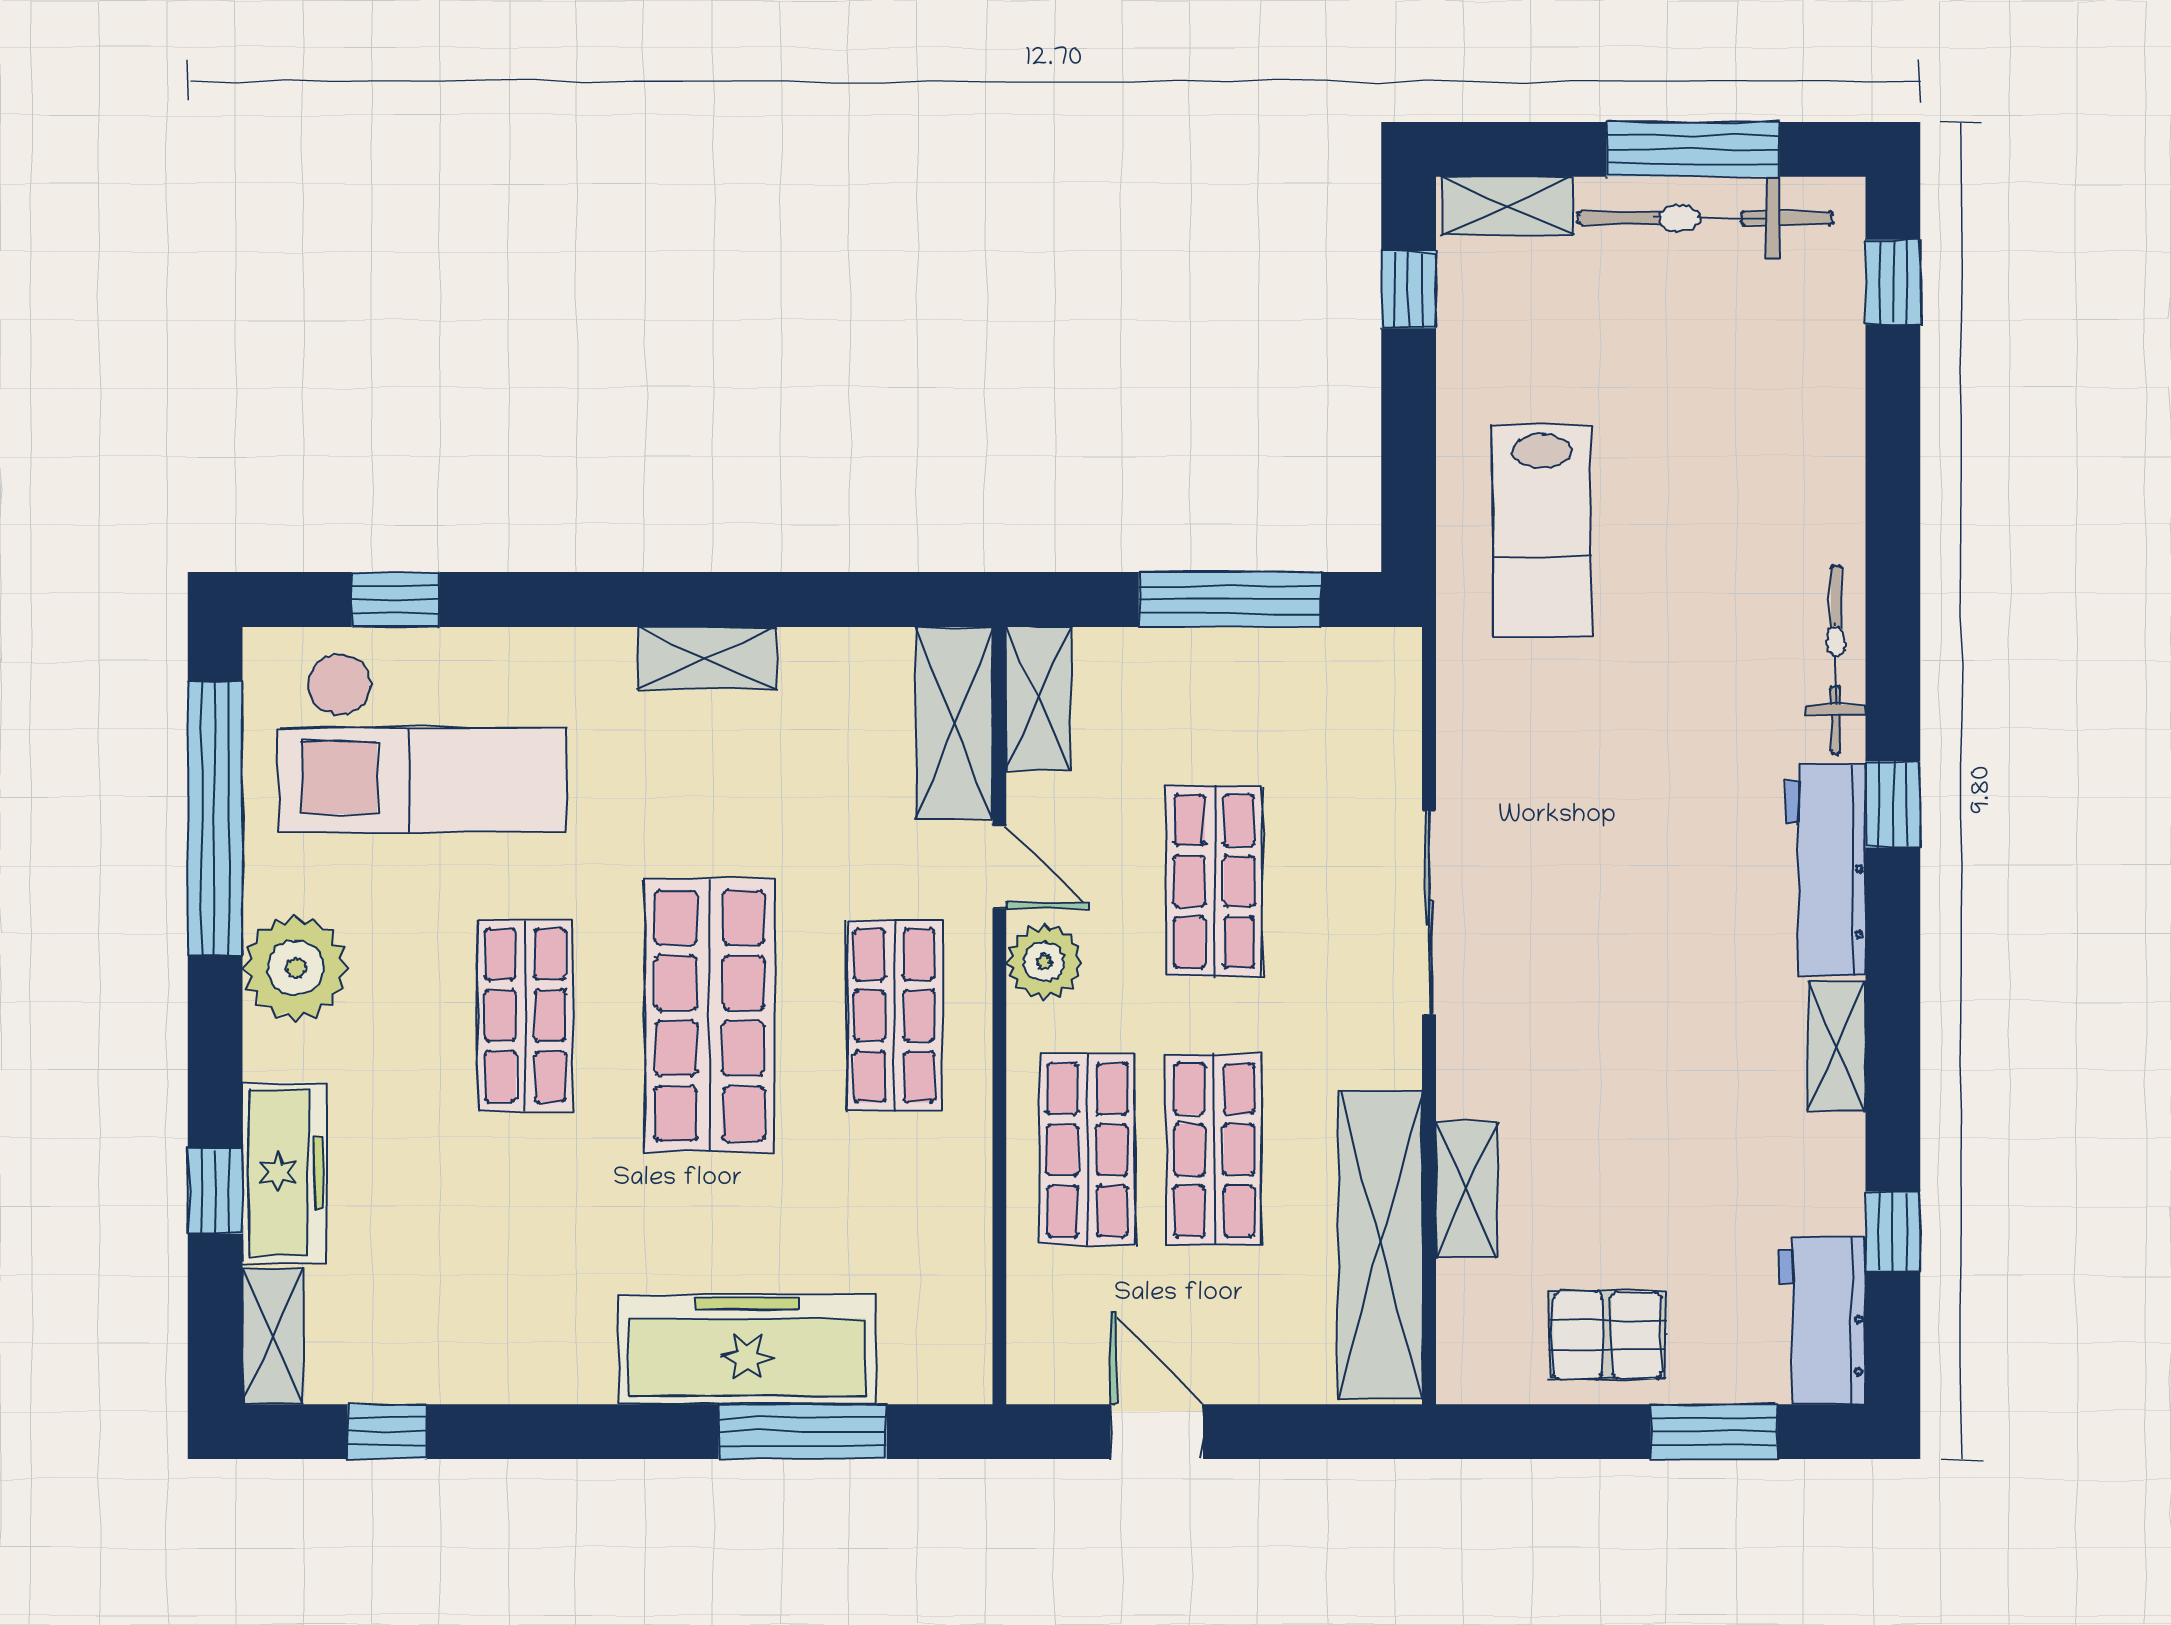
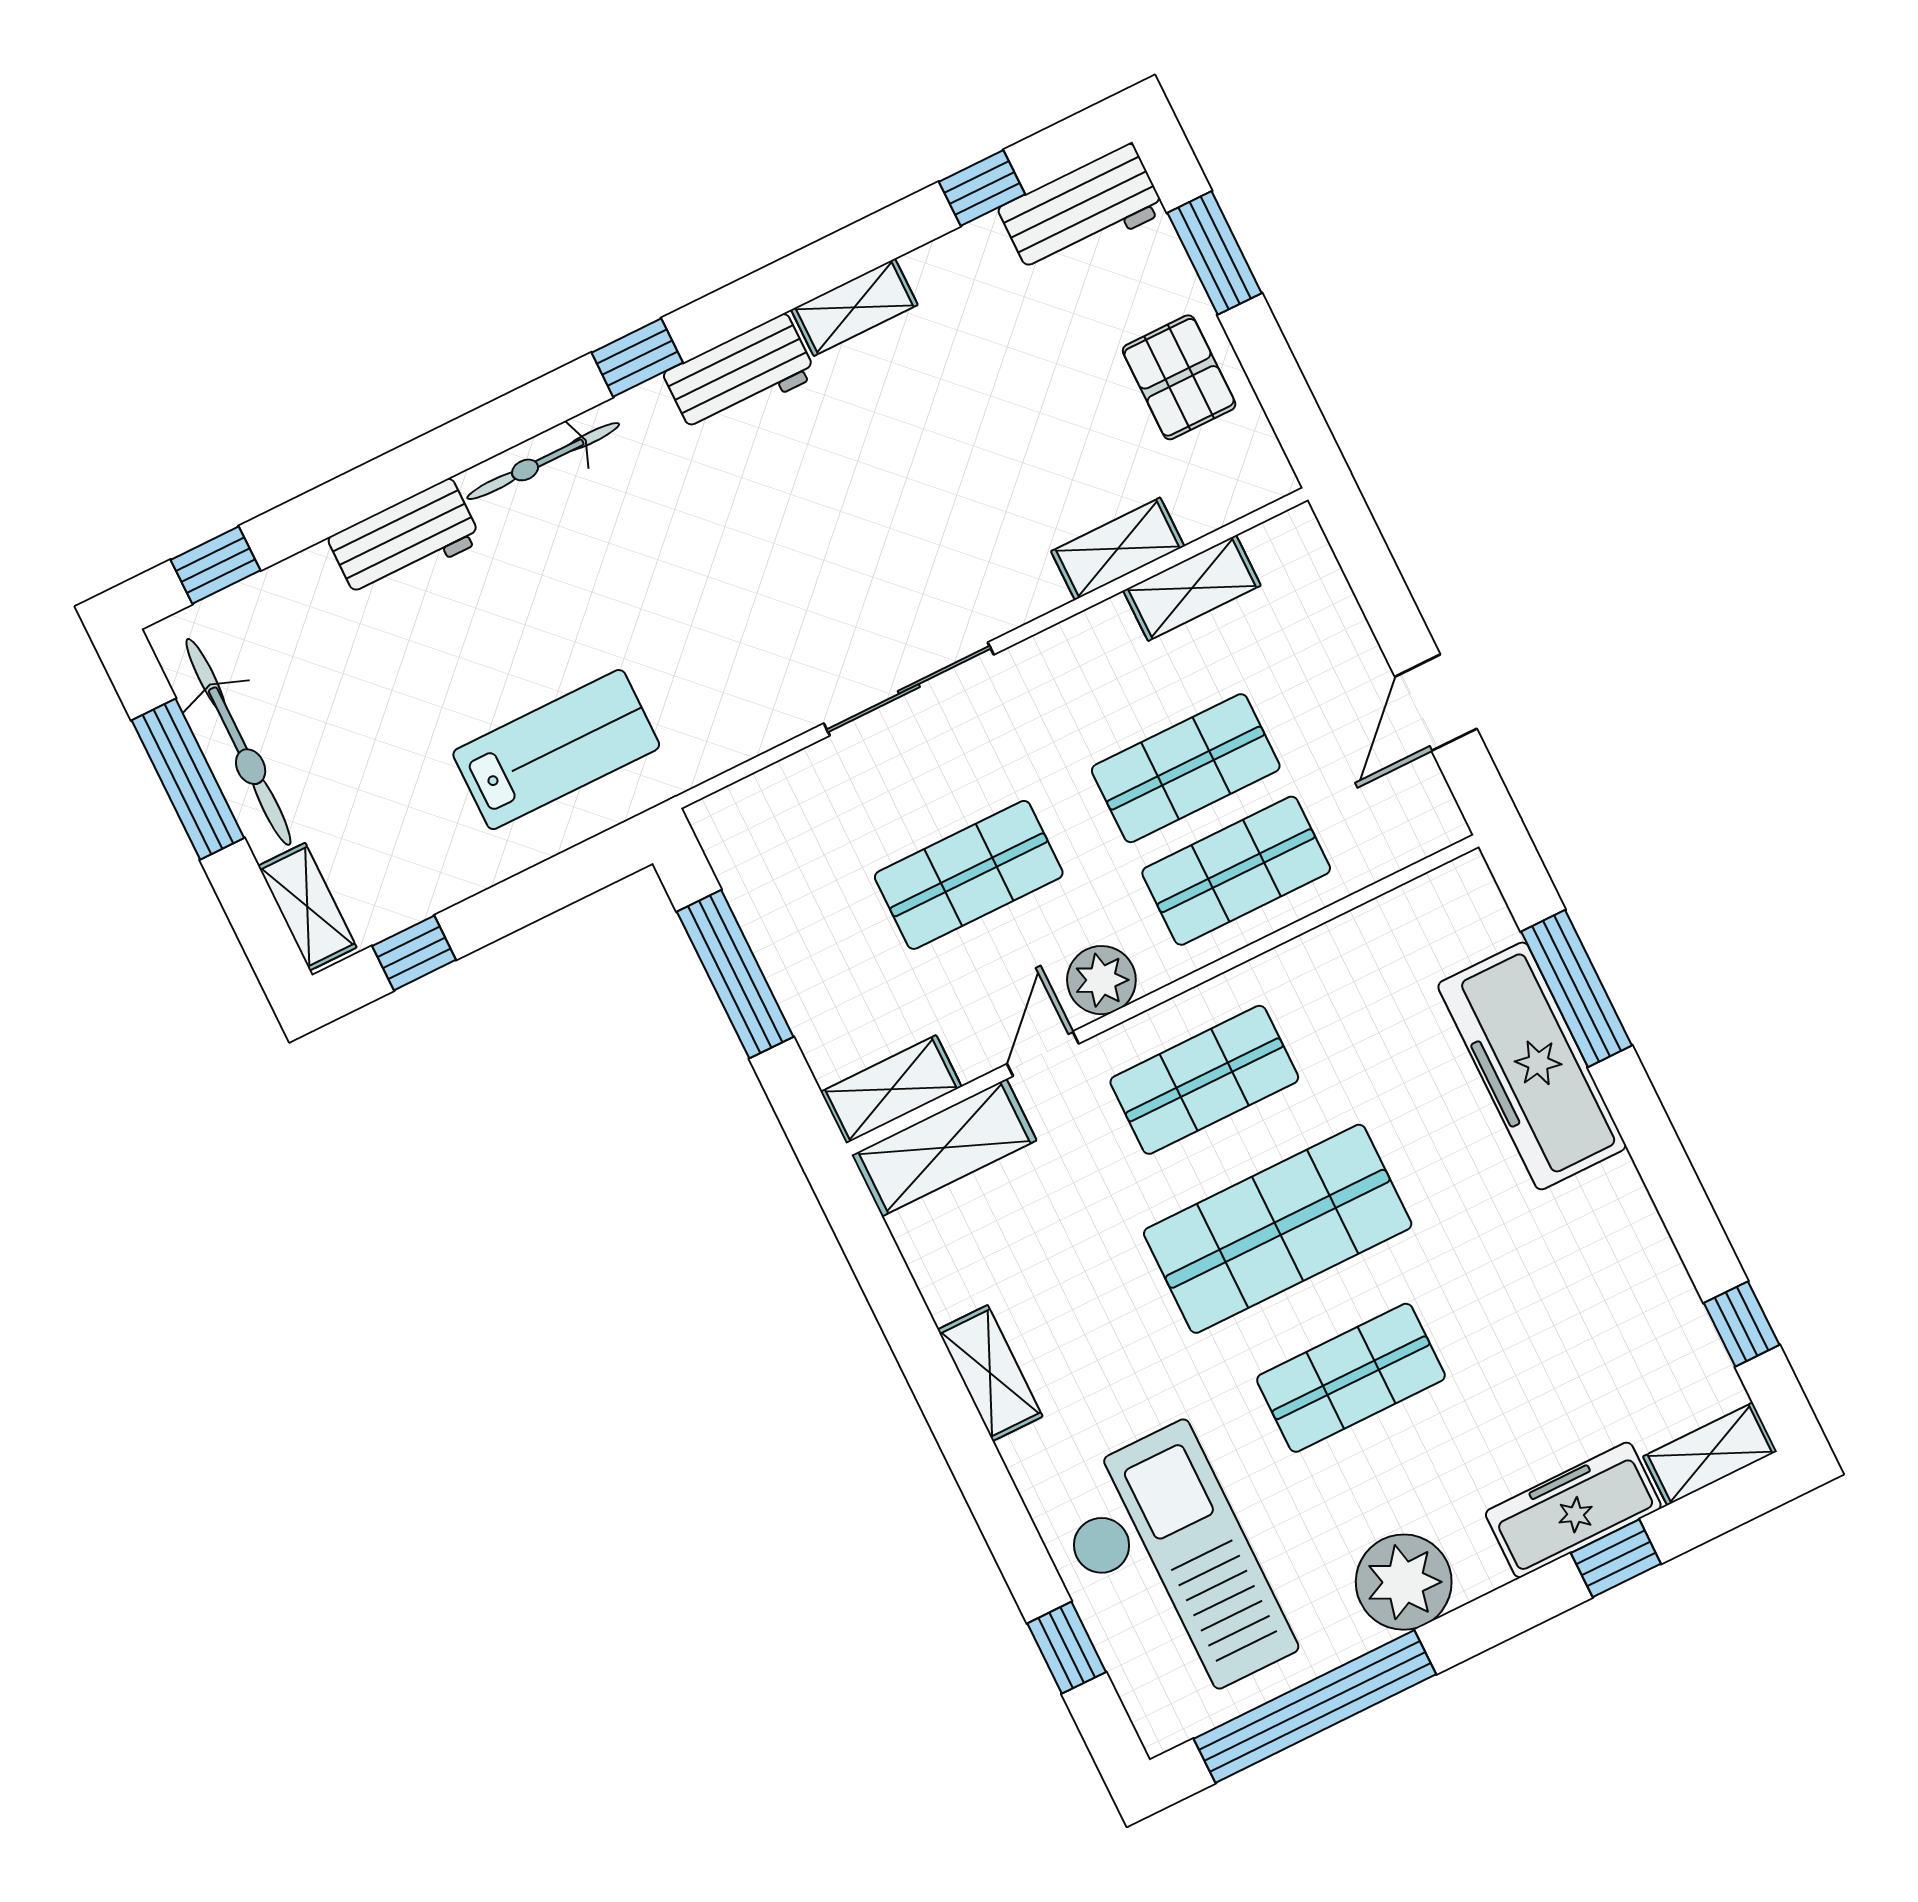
workbench: (1826, 483) -> (405, 539), added
workbench: (1826, 870) -> (740, 374), width x0.73
shelving: (1380, 1245) -> (1192, 588), width x0.45, depth x0.75

